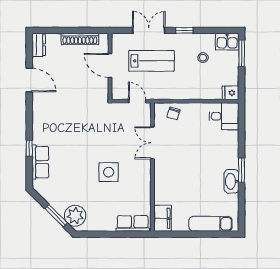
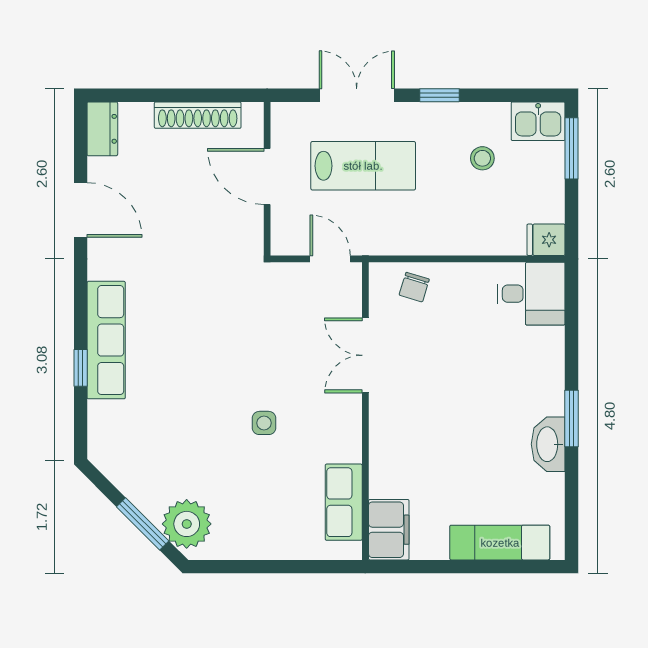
row of seats: (40, 162) -> (106, 340), moved, width x1.48
side table: (109, 172) -> (264, 423), width x0.54, depth x0.54
row of seats: (133, 223) -> (344, 502), moved, turned -90

